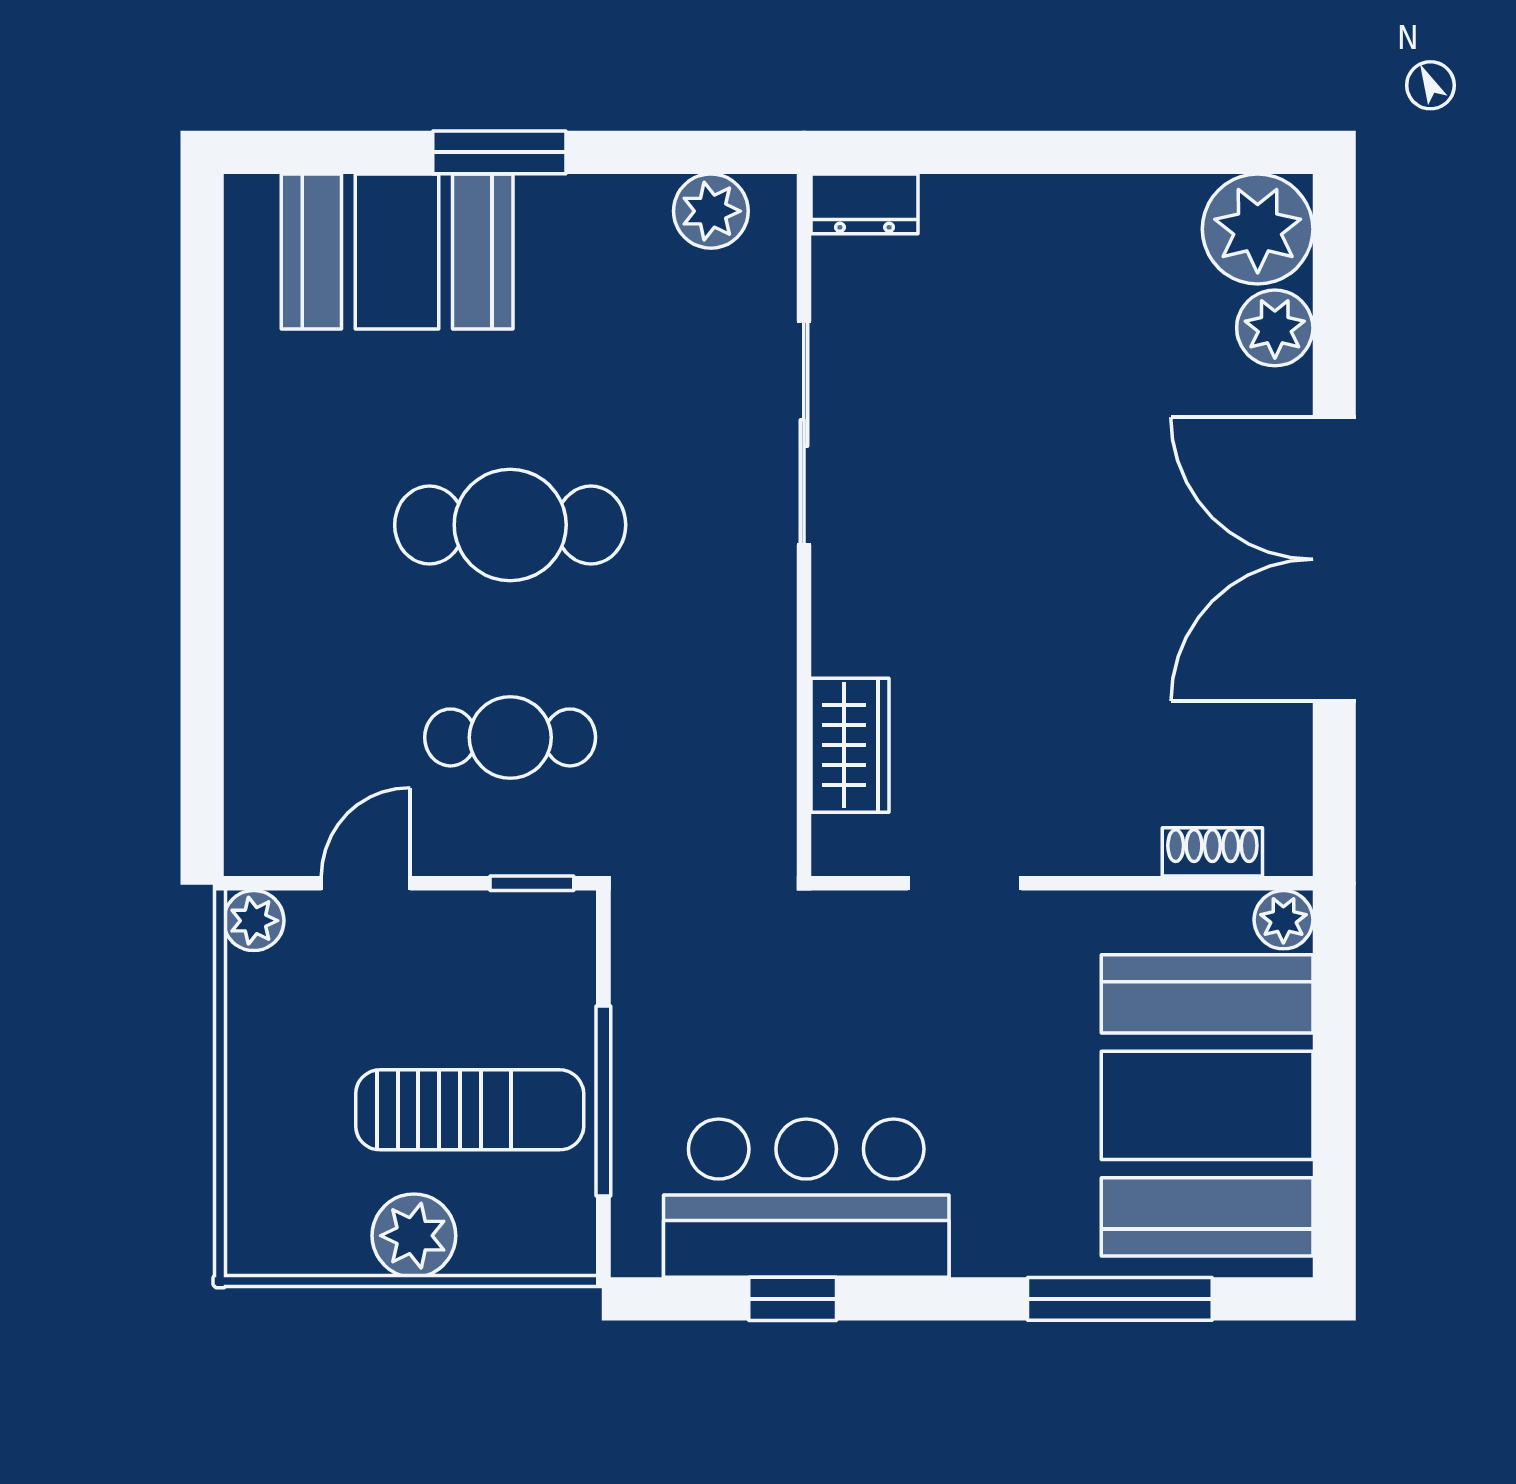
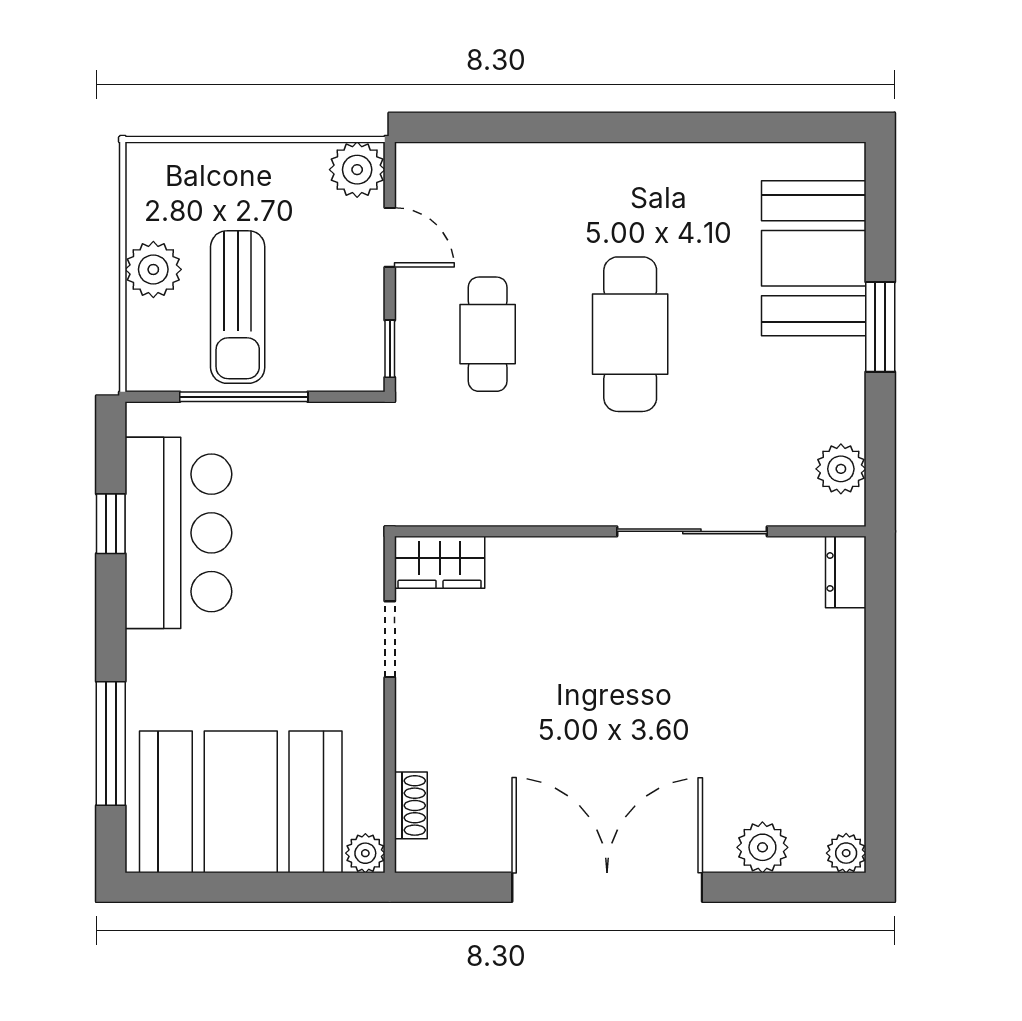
plant: (1258, 229) -> (846, 853), width x0.53, depth x0.53
wardrobe: (850, 745) -> (440, 562), moved
plant: (254, 921) -> (357, 170), width x1.38, depth x1.38

